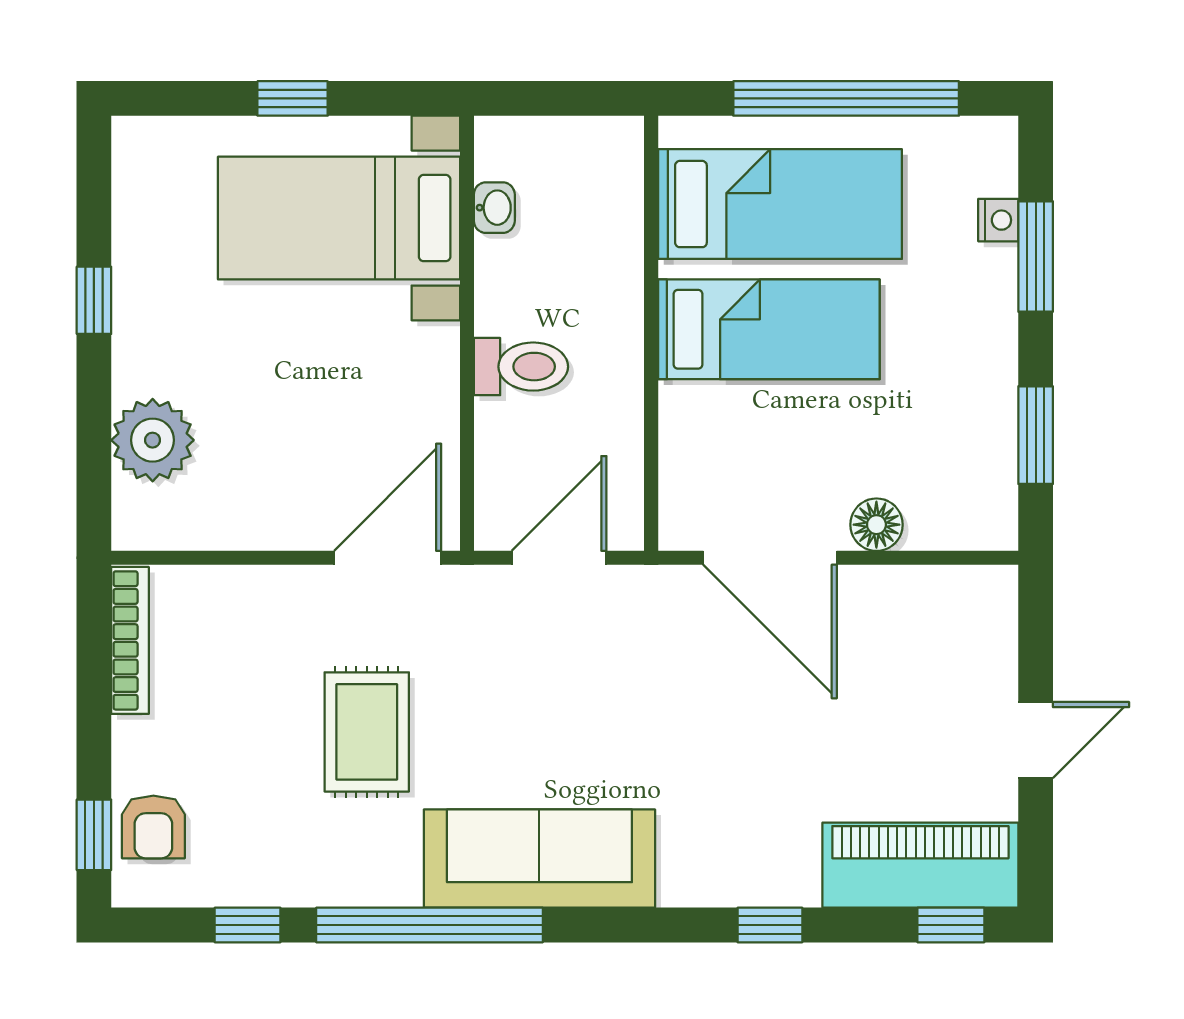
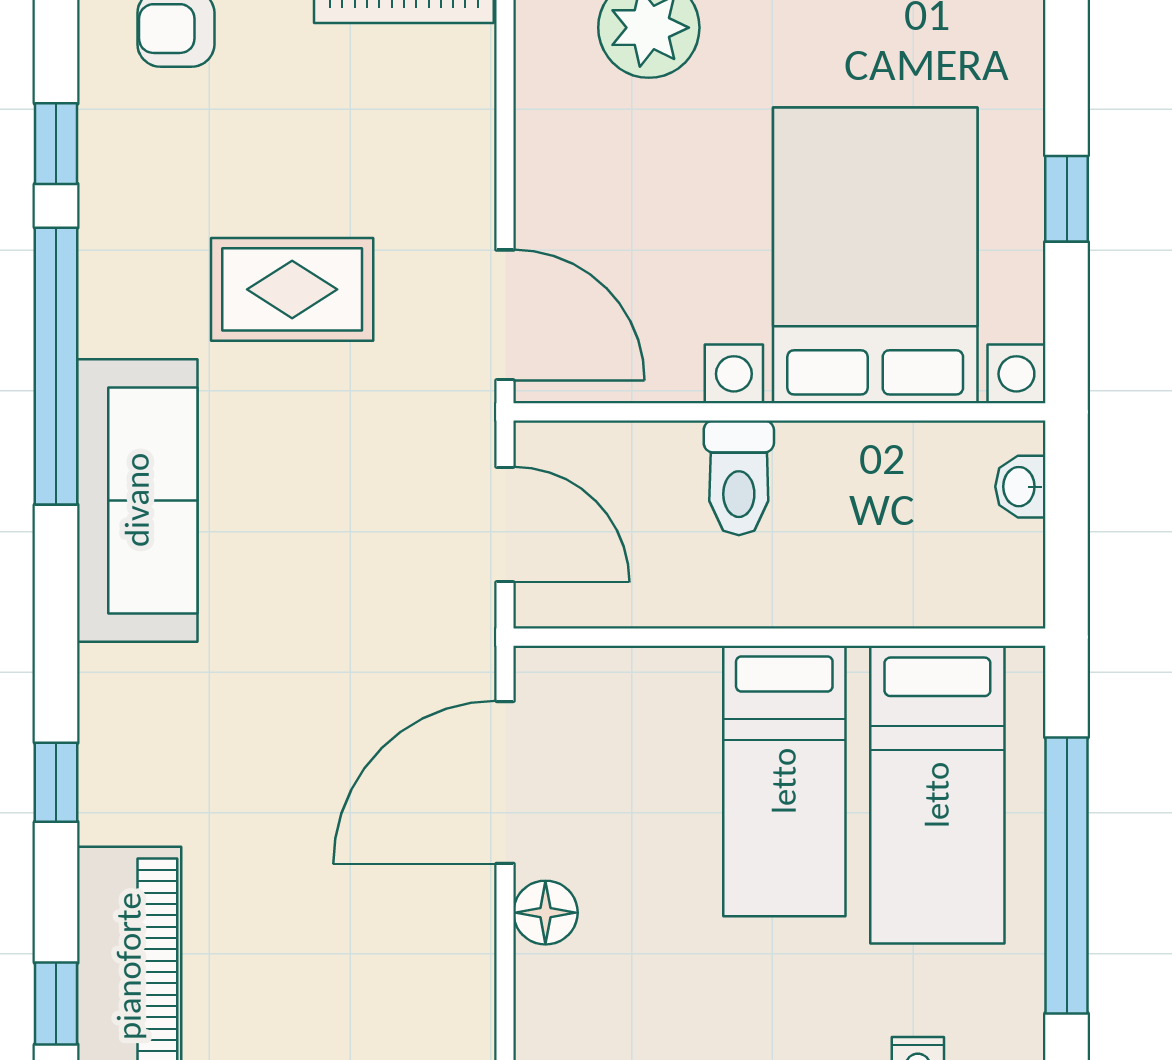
washbasin: (494, 208) -> (1020, 487), moved, turned 90
bed with nightstands: (339, 218) -> (875, 255), width x1.36

